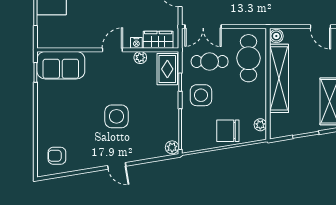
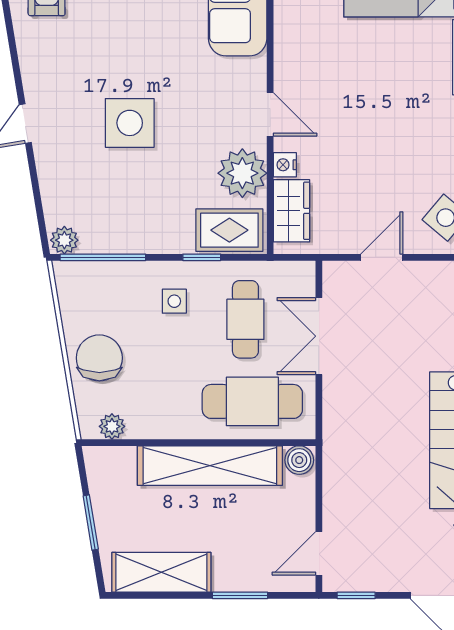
double door: (203, 27) -> (319, 336), moved
plant: (140, 58) -> (242, 173), width x1.88, depth x1.88
side table: (201, 95) -> (174, 301), width x0.54, depth x0.54

